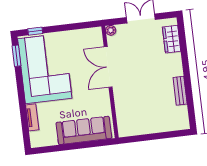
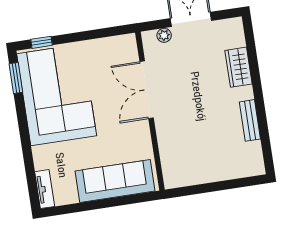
plant: (111, 30) -> (164, 35), moved
wardrobe: (172, 39) -> (238, 67), moved
tv unit: (32, 117) -> (45, 189), moved

